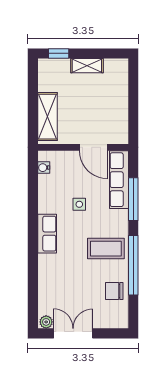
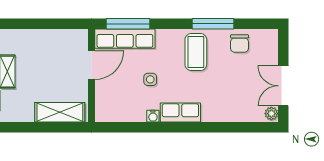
water cooler: (44, 168) -> (153, 116), moved
window: (133, 199) -> (128, 24), moved
window: (133, 265) -> (213, 24), width x0.68

